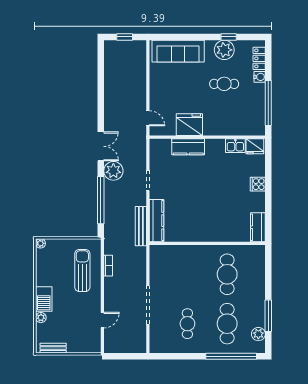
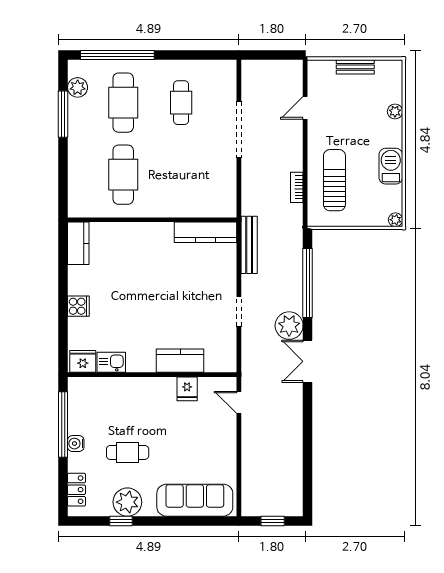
water cooler: (260, 77) -> (76, 444), moved
fridge: (189, 125) -> (187, 389), width x0.53, depth x0.75
kitchen counter: (156, 221) -> (206, 232), moved, turned -90
sun lounger: (82, 270) -> (334, 180), turned 180
barbecue: (44, 299) -> (391, 166), moved
bench: (53, 348) -> (355, 67), moved

